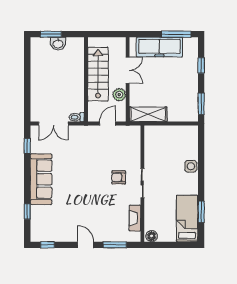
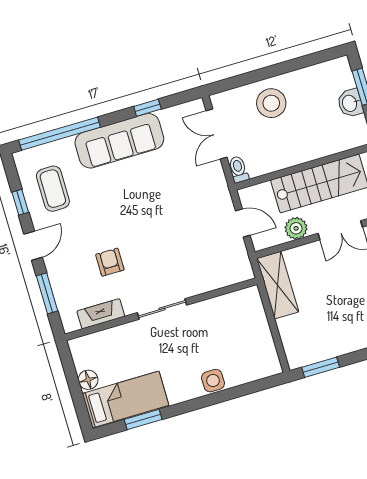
stool: (45, 88) -> (271, 103), added
window: (27, 146) -> (147, 108), moved
armchair: (119, 177) -> (110, 262), moved
window: (27, 211) -> (60, 134), width x3.17
coffee table: (57, 224) -> (53, 189), added
floor lamp: (152, 236) -> (88, 380), moved
window: (48, 245) -> (20, 202), moved

